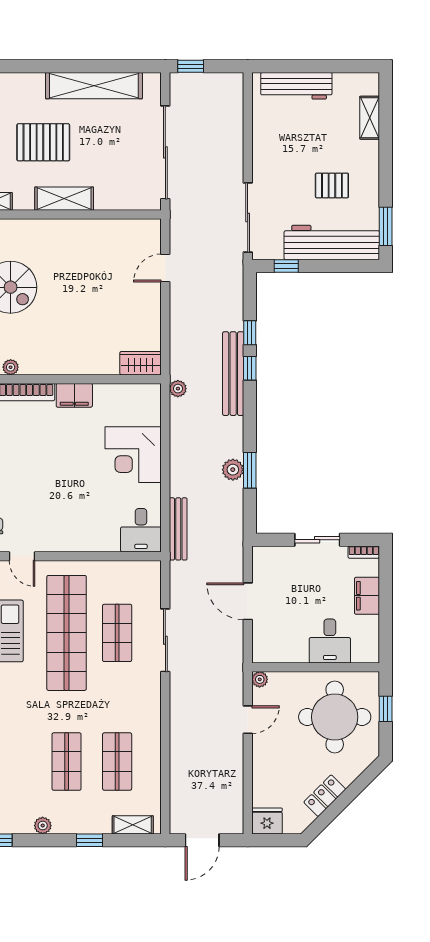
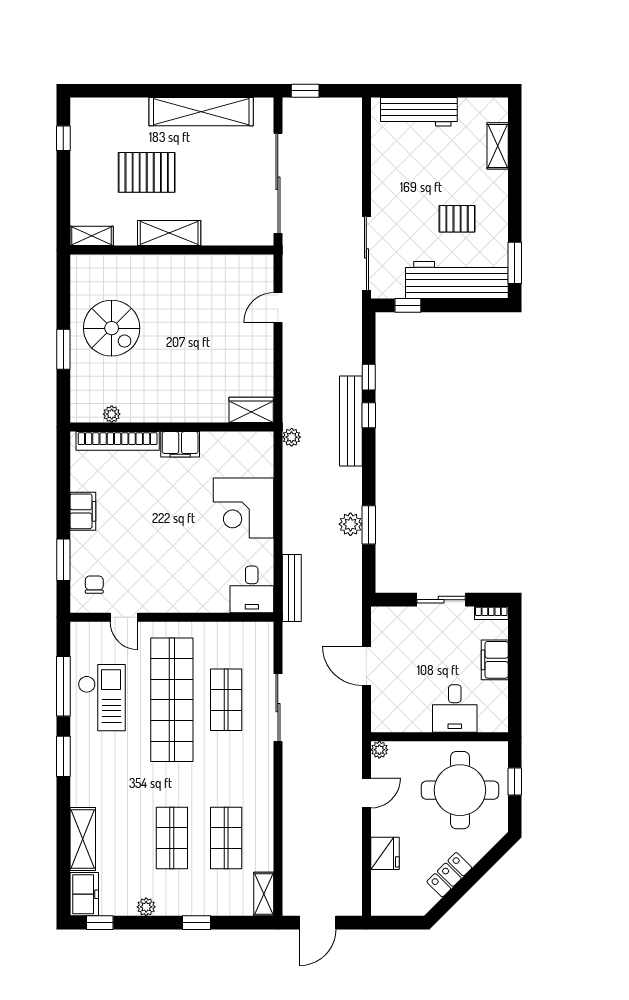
fridge: (267, 821) -> (385, 853), moved, turned 90
shelving: (133, 825) -> (264, 894), moved, turned 90

